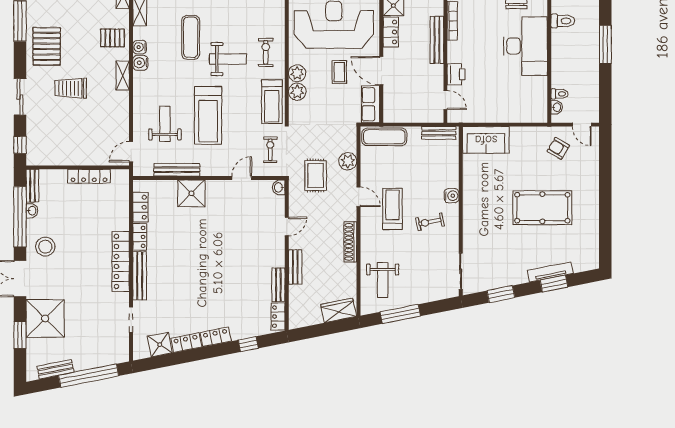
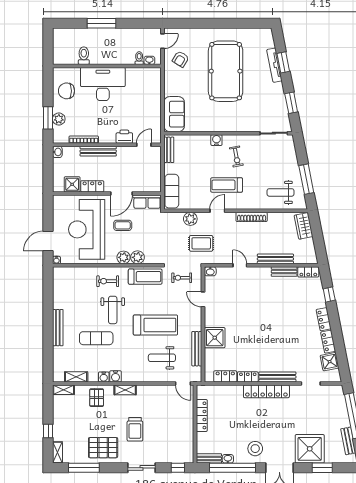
weight bench: (228, 59) -> (113, 310), turned 180
pool table: (542, 208) -> (226, 71), width x1.36, depth x1.32
bench: (295, 267) -> (275, 259), width x1.36
weight bench: (383, 280) -> (280, 192), turned 180

